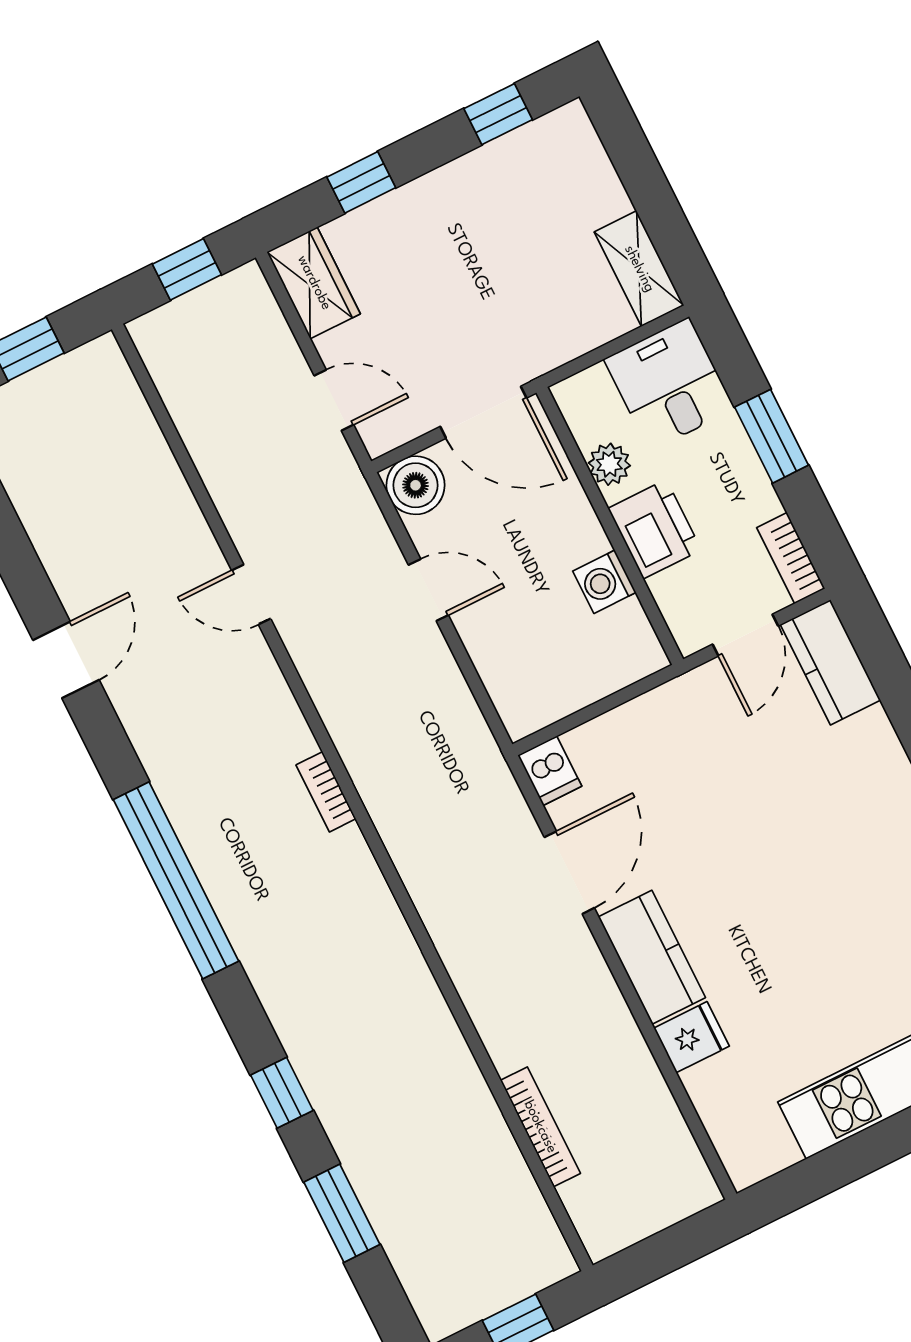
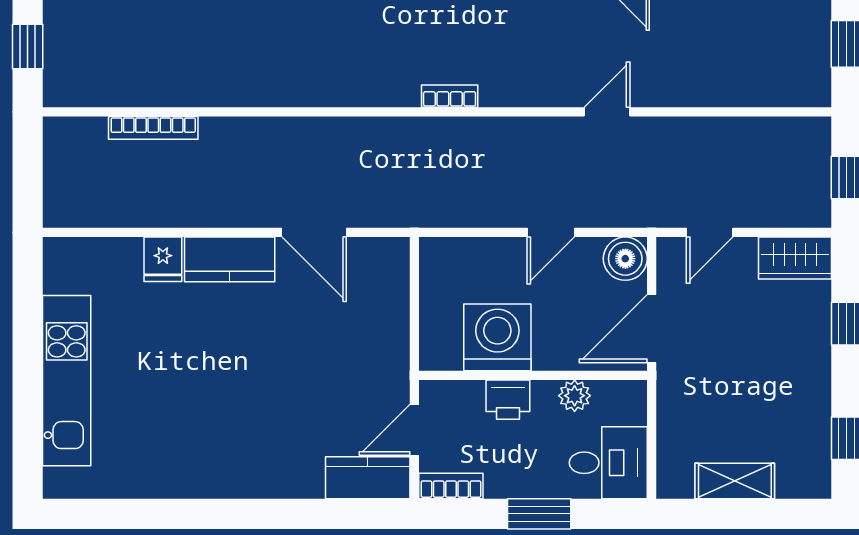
shelving: (639, 269) -> (735, 481), moved
printer: (655, 529) -> (508, 400), width x0.73, depth x0.81
washing machine: (604, 582) -> (497, 337), width x1.89, depth x1.89
door: (745, 635) -> (414, 430), hinge flipped
dishwasher: (550, 771) -> (389, 253), removed

